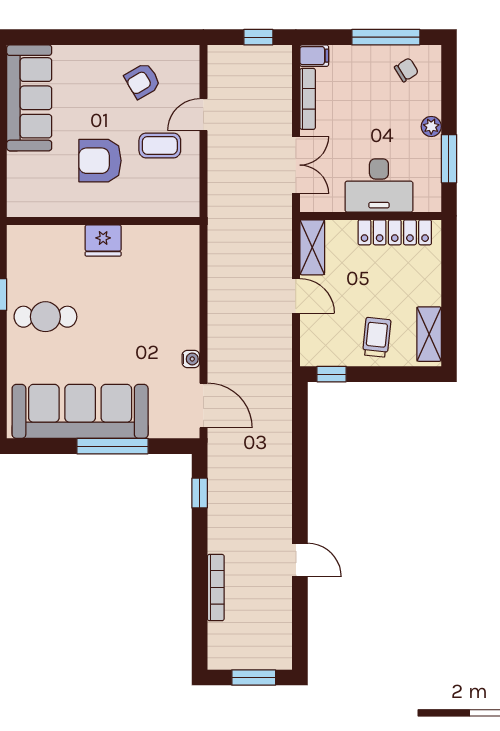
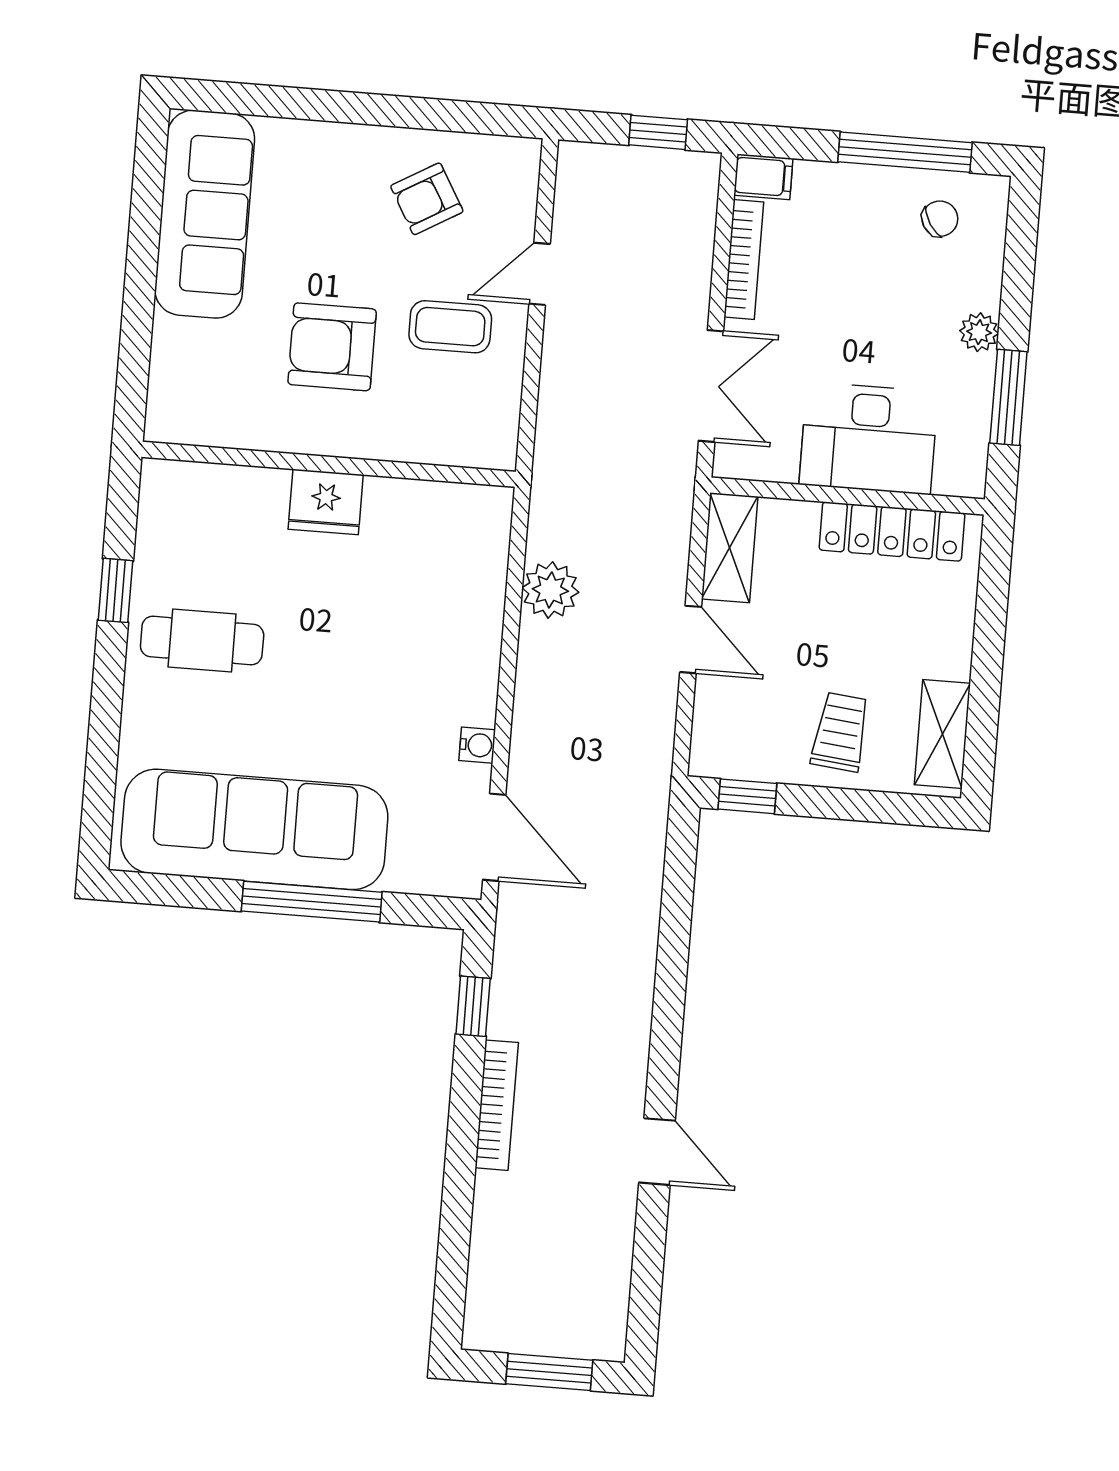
plant: (222, 276) -> (550, 590), added
bookcase: (216, 588) -> (497, 1105), moved

